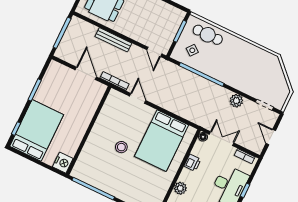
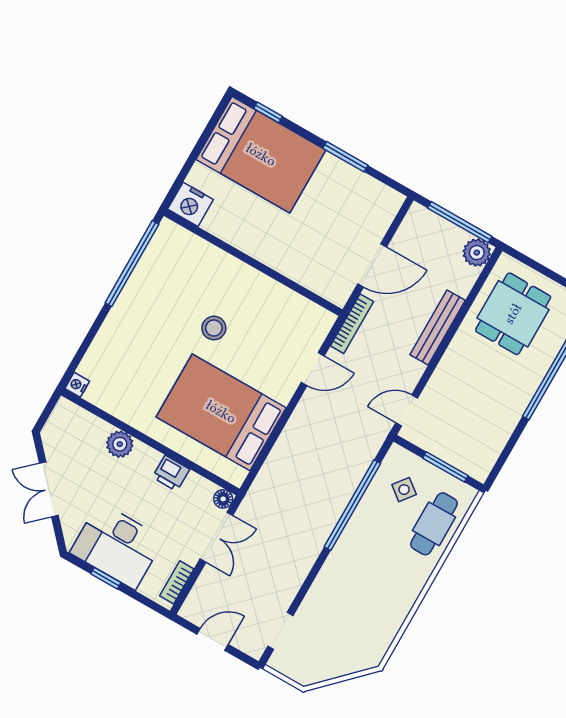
plant: (236, 101) -> (477, 253), moved

